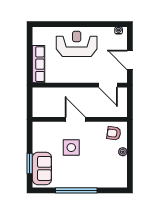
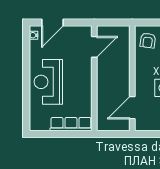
door: (130, 60) -> (52, 23), moved
door: (75, 119) -> (132, 108), moved

